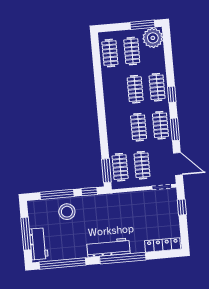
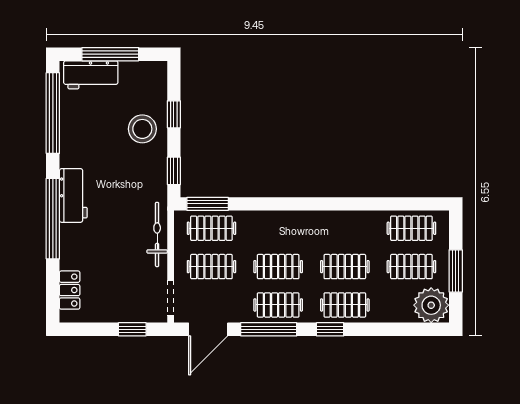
window: (142, 25) -> (456, 271), moved
window: (175, 129) -> (269, 329), width x1.44
window: (57, 194) -> (174, 114), width x0.46
bicycle: (126, 198) -> (157, 234), added
locker: (163, 245) -> (70, 290), width x0.66
workbench: (108, 248) -> (73, 195), width x0.73

